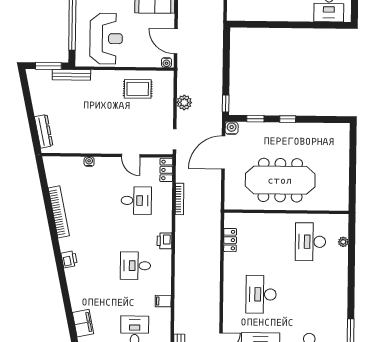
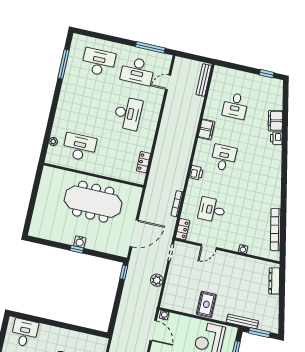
rug: (138, 89) -> (206, 304), moved, turned 90
window: (255, 119) -> (103, 255), removed
water cooler: (232, 128) -> (80, 242), moved
door: (131, 156) -> (209, 247), swing flipped
bookcase: (59, 212) -> (276, 230), moved
desk: (310, 242) -> (79, 147), turned -90
printer: (69, 259) -> (276, 138), moved
desk: (135, 266) -> (224, 158), turned -90
filing cabinet: (163, 301) -> (206, 129), width x2.00

